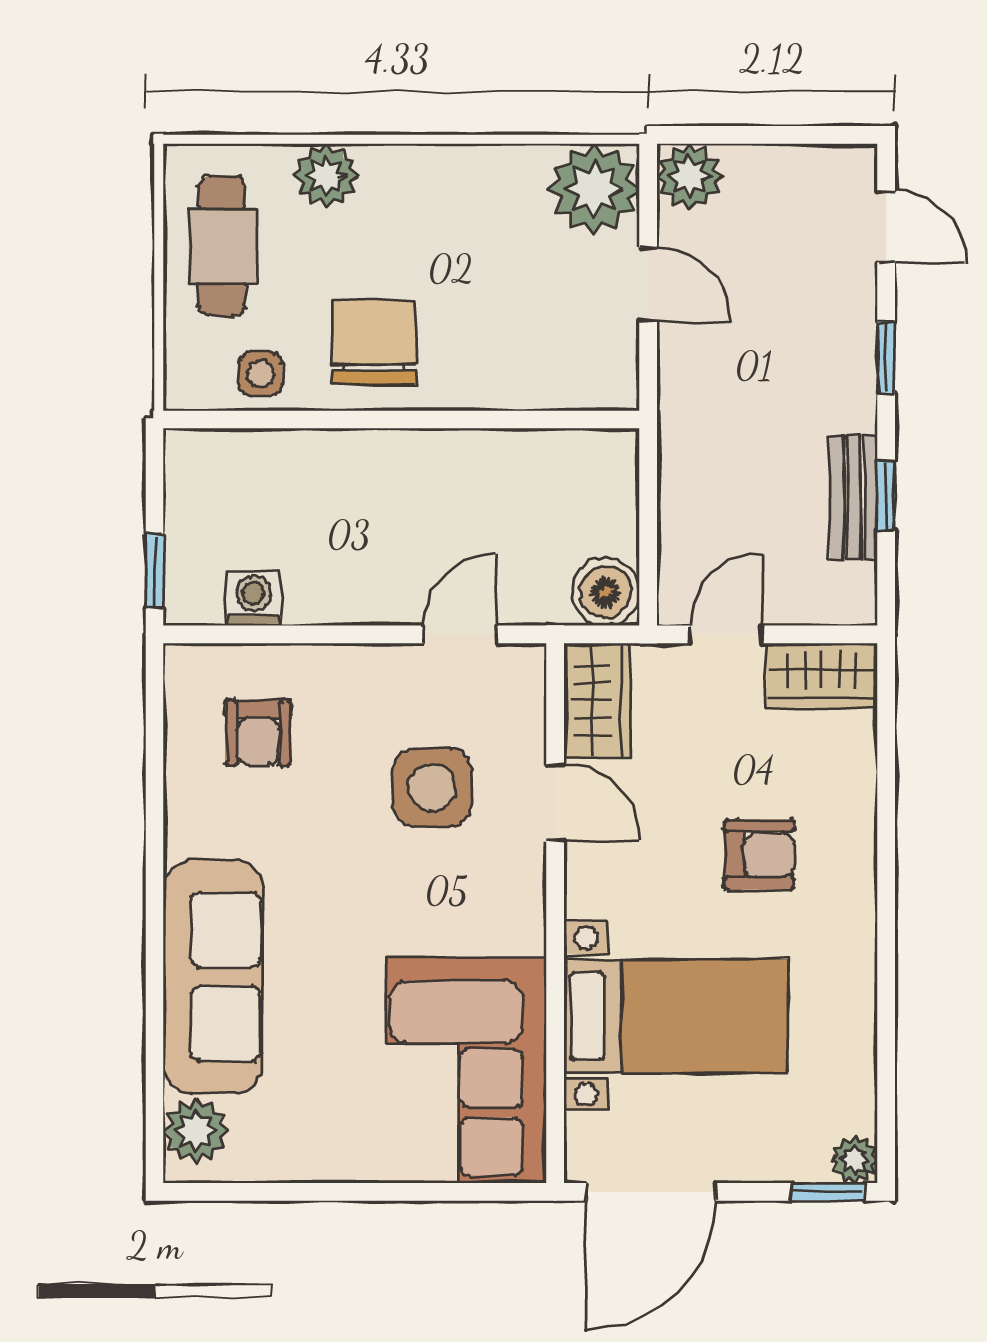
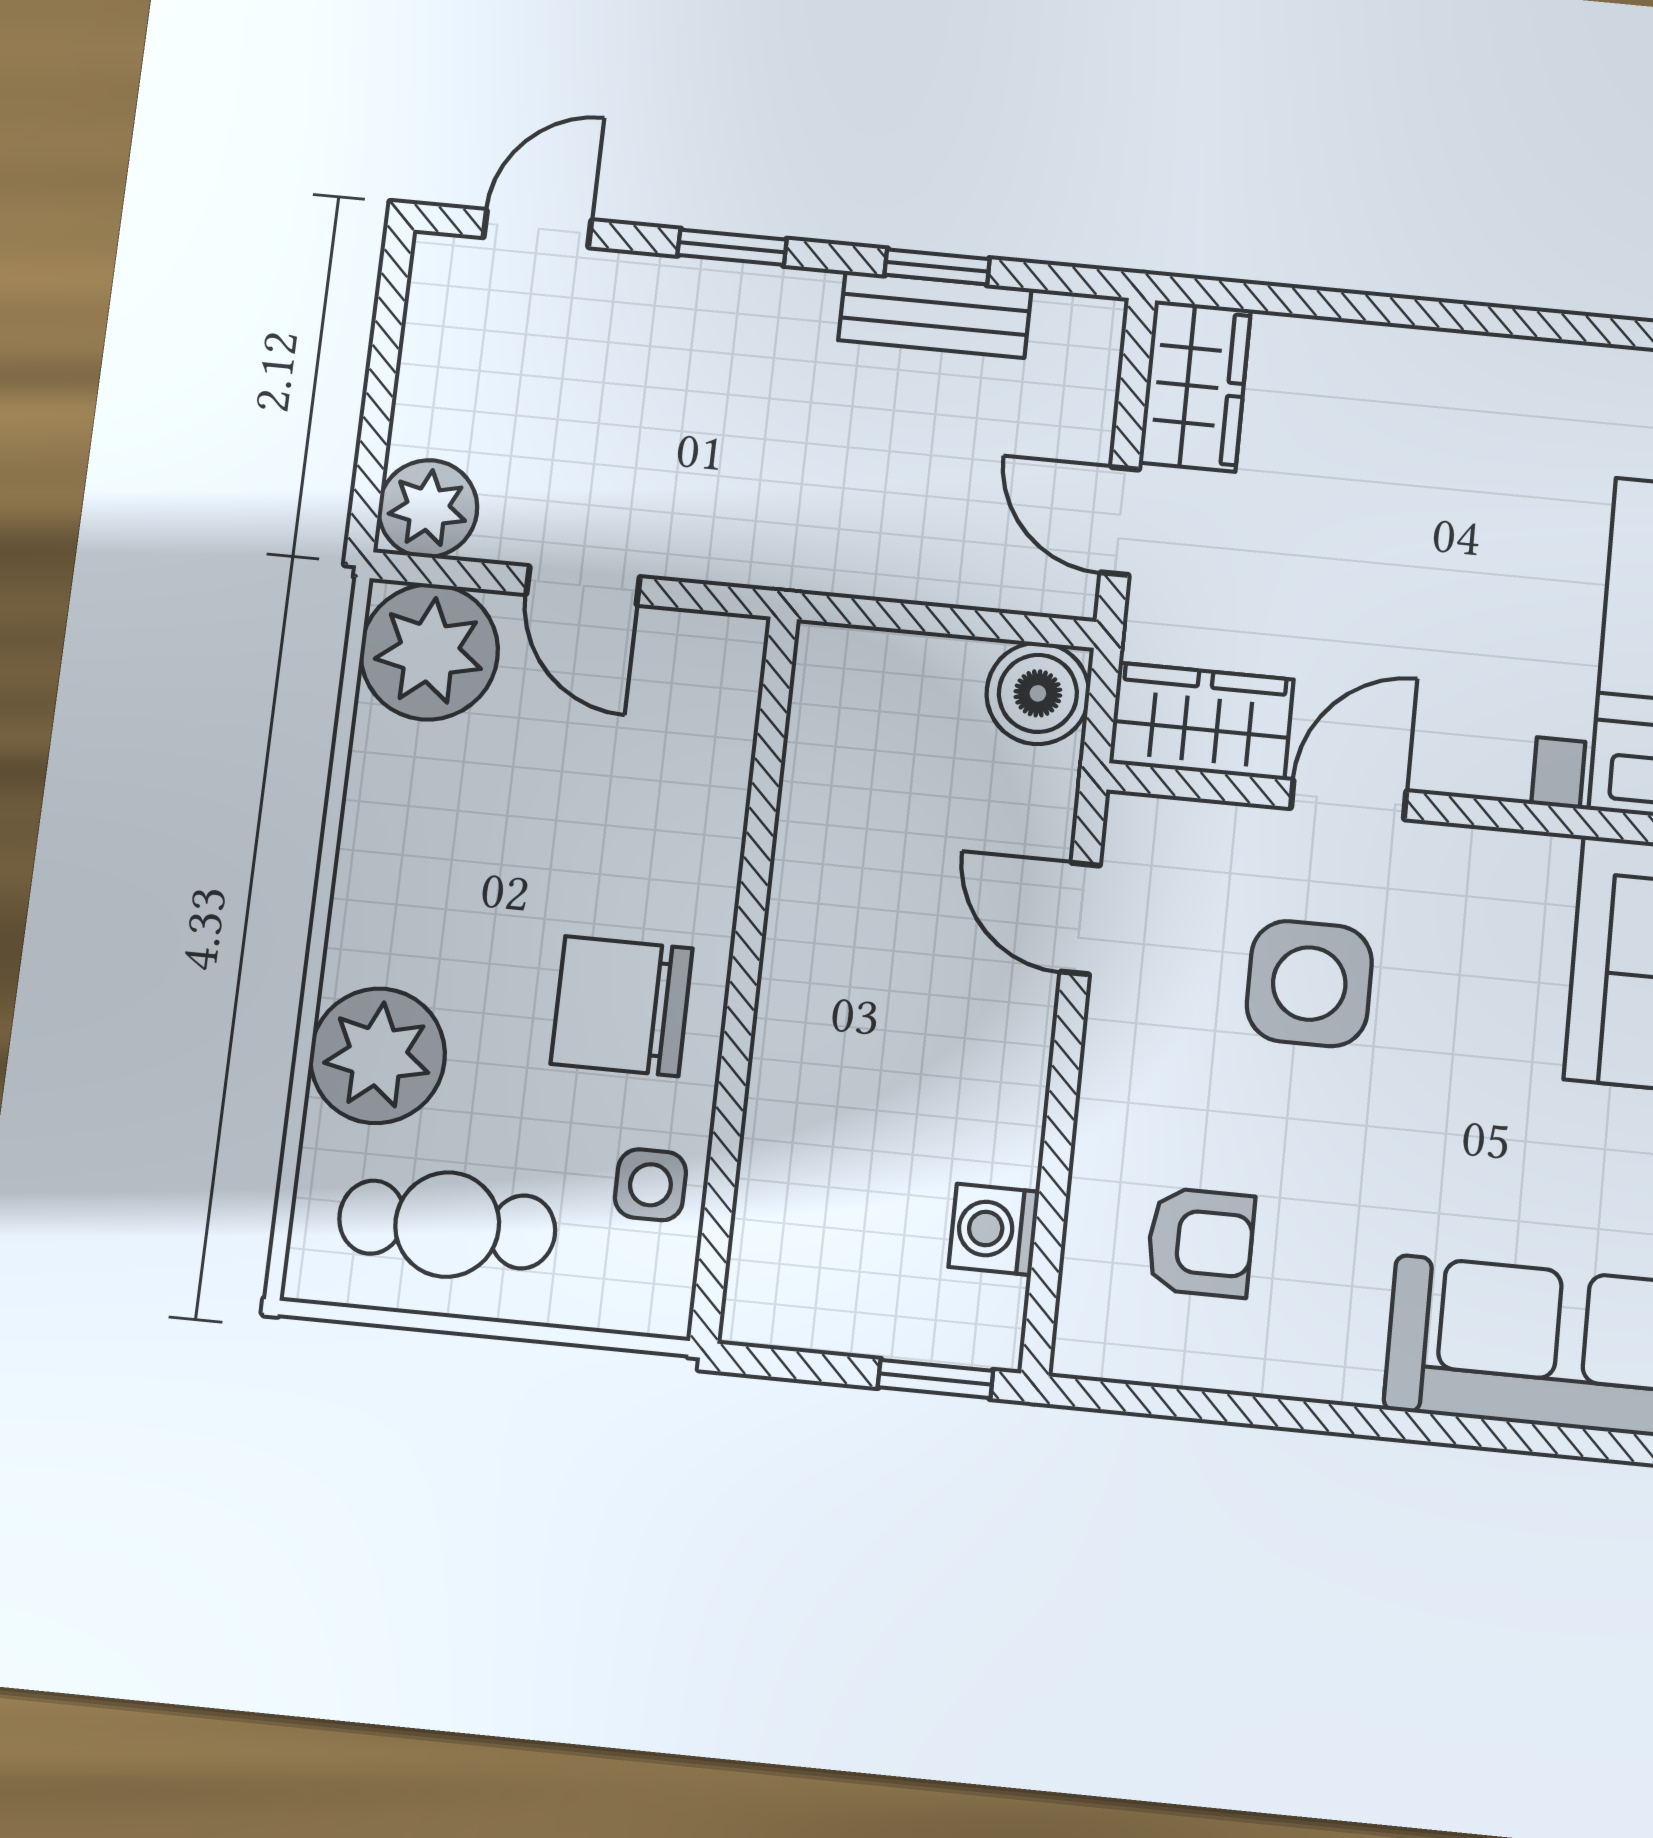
plant: (326, 176) -> (378, 1056), width x1.36, depth x1.36
door: (648, 285) -> (583, 586), swing flipped
armchair: (759, 855) -> (1455, 504), removed

